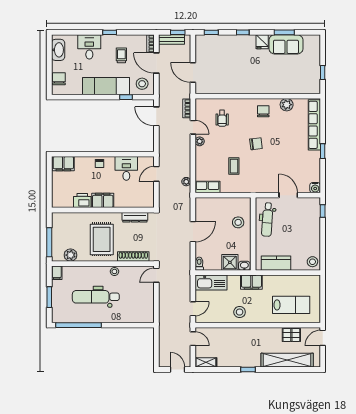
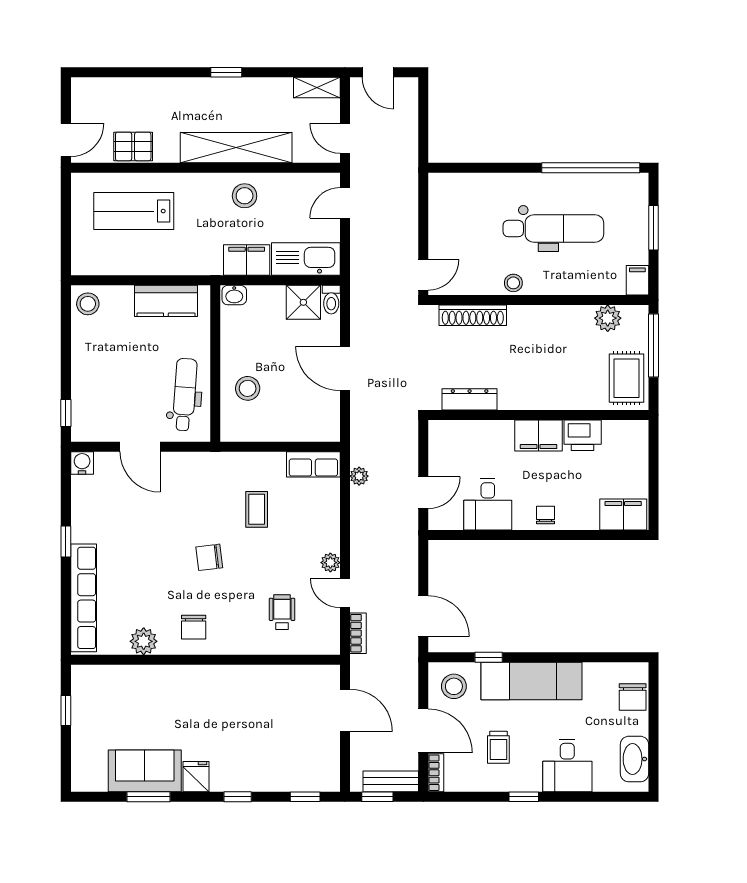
door: (193, 232) -> (345, 369), hinge flipped
rug: (102, 239) -> (626, 378), moved, width x0.73, depth x0.70
shower: (230, 262) -> (303, 302), moved
filing cabinet: (251, 282) -> (247, 260), moved
shelving: (287, 360) -> (236, 148), moved

